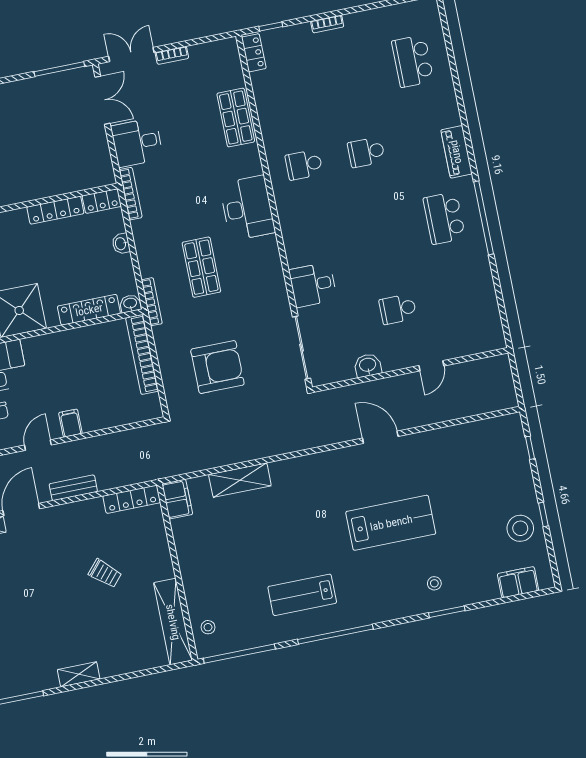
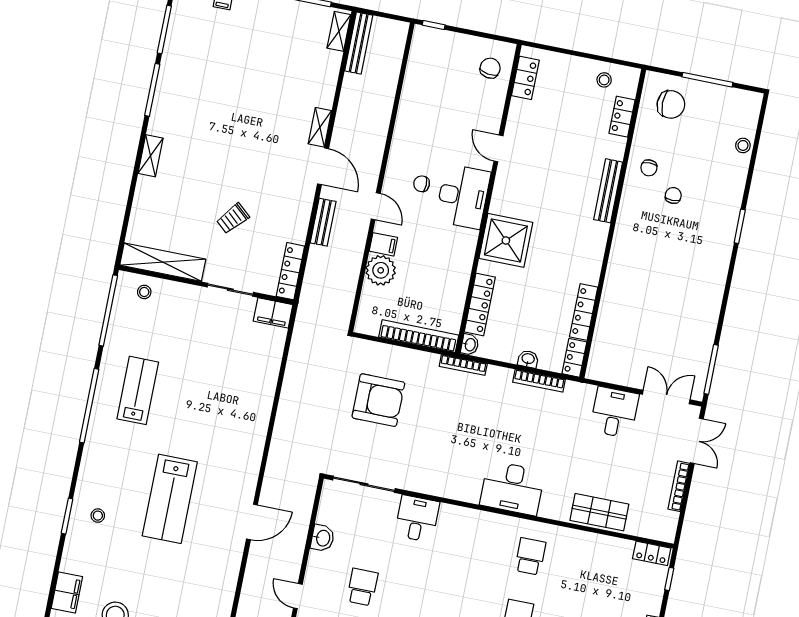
bookcase: (172, 55) -> (679, 486), width x1.56
double door: (103, 100) -> (666, 397), swing flipped
bookcase: (131, 194) -> (539, 381), moved
shop shelf: (201, 267) -> (476, 424), removed
armchair: (217, 367) -> (378, 400), turned -90
plant: (96, 415) -> (381, 270), added
shelving: (240, 480) -> (266, 377), removed
sliding door: (172, 548) -> (230, 290), added

